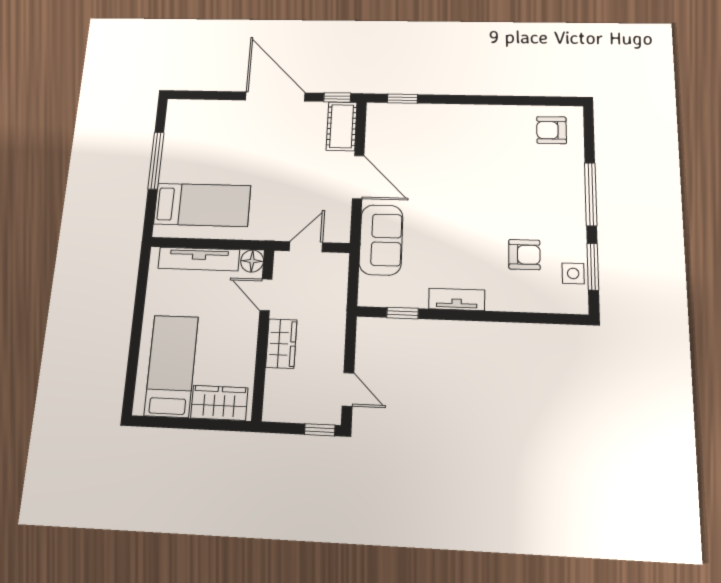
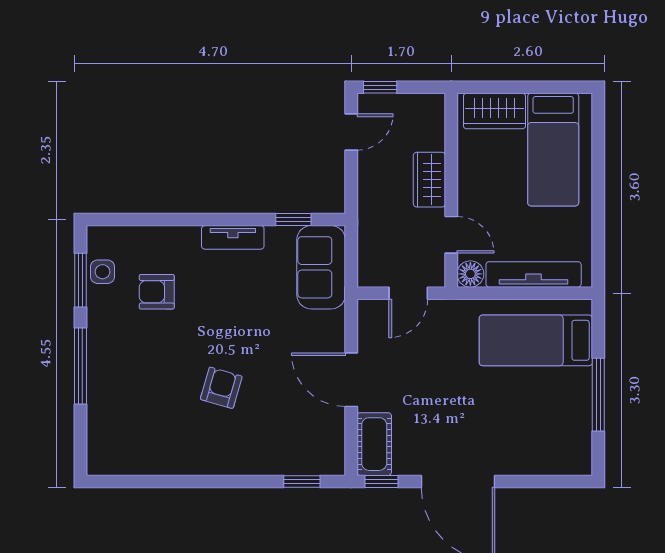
armchair: (552, 130) -> (221, 388), moved, turned -74
sofa: (381, 240) -> (321, 267), moved
door: (348, 389) -> (351, 132), swing flipped

